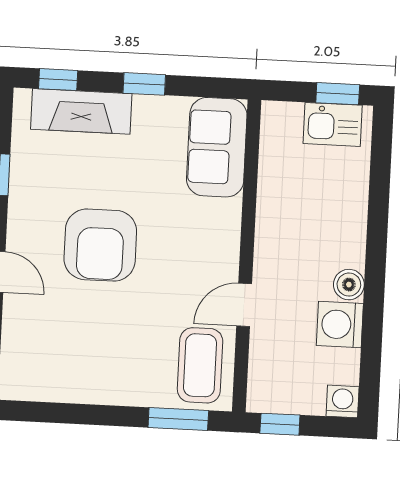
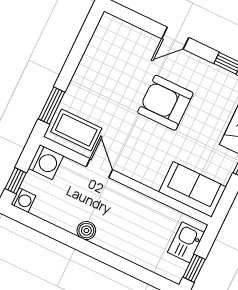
kitchen sink: (333, 124) -> (186, 242), moved
washing machine: (340, 324) -> (46, 162), moved, turned 90
window: (280, 424) -> (16, 181), moved

